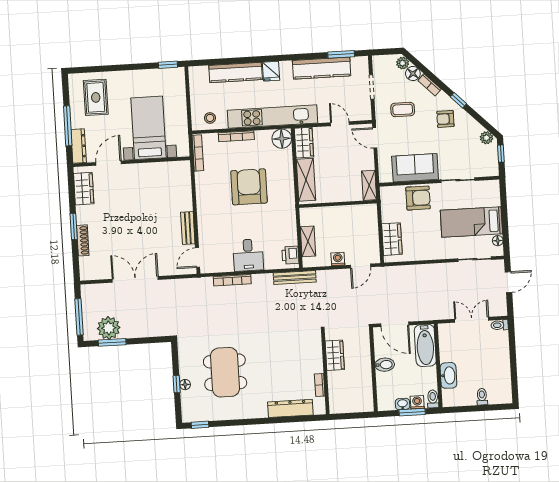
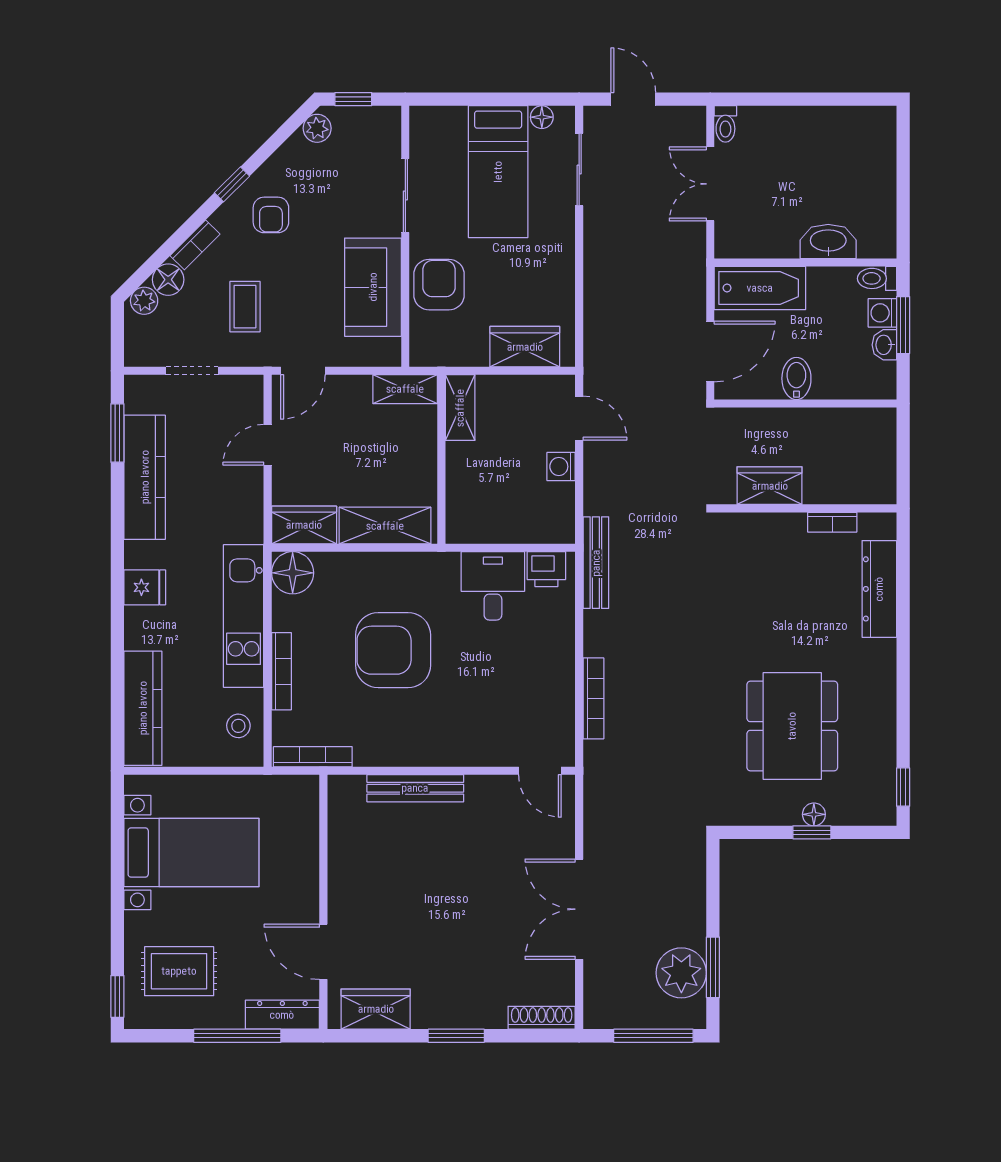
window: (168, 65) -> (117, 996), moved
kitchen counter: (236, 72) -> (143, 708), moved
kitchen unit: (272, 117) -> (244, 616), width x0.73
bed with nightstands: (148, 128) -> (191, 853), moved, turned 180
bench: (188, 228) -> (415, 788), moved, width x1.36
shoe rack: (83, 240) -> (542, 1018), moved
shelving: (308, 241) -> (460, 408), moved, turned 90
desk: (248, 255) -> (493, 586), moved, turned -90
dining table: (225, 372) -> (792, 726), turned 90
toilet: (482, 397) -> (879, 171), removed

